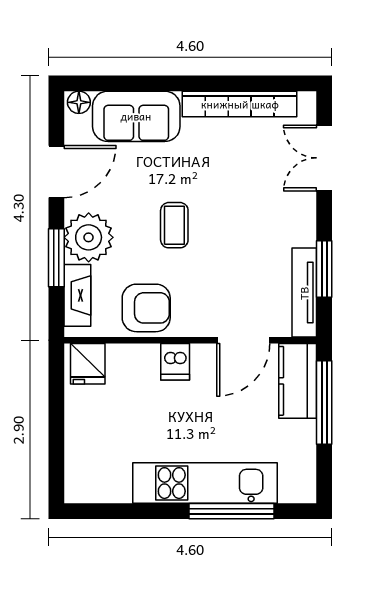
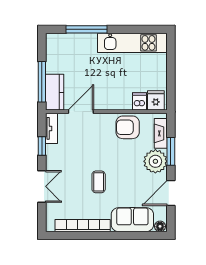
double door: (324, 158) -> (42, 186), moved
coffee table: (174, 225) -> (99, 182), moved
window: (324, 269) -> (42, 146), width x0.67
tv unit: (304, 293) -> (51, 128), width x0.71
dishwasher: (175, 362) -> (139, 101), moved
kitchen unit: (205, 483) -> (132, 43), moved

